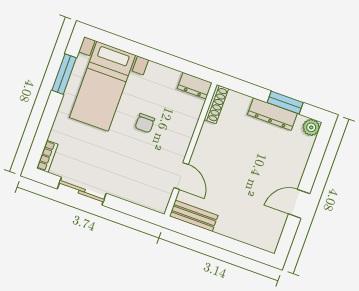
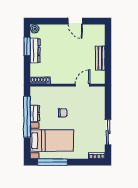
window: (161, 58) -> (27, 117), added
window: (64, 74) -> (53, 162), width x1.44
dresser: (195, 86) -> (35, 113), moved
bench: (194, 216) -> (100, 58), moved

